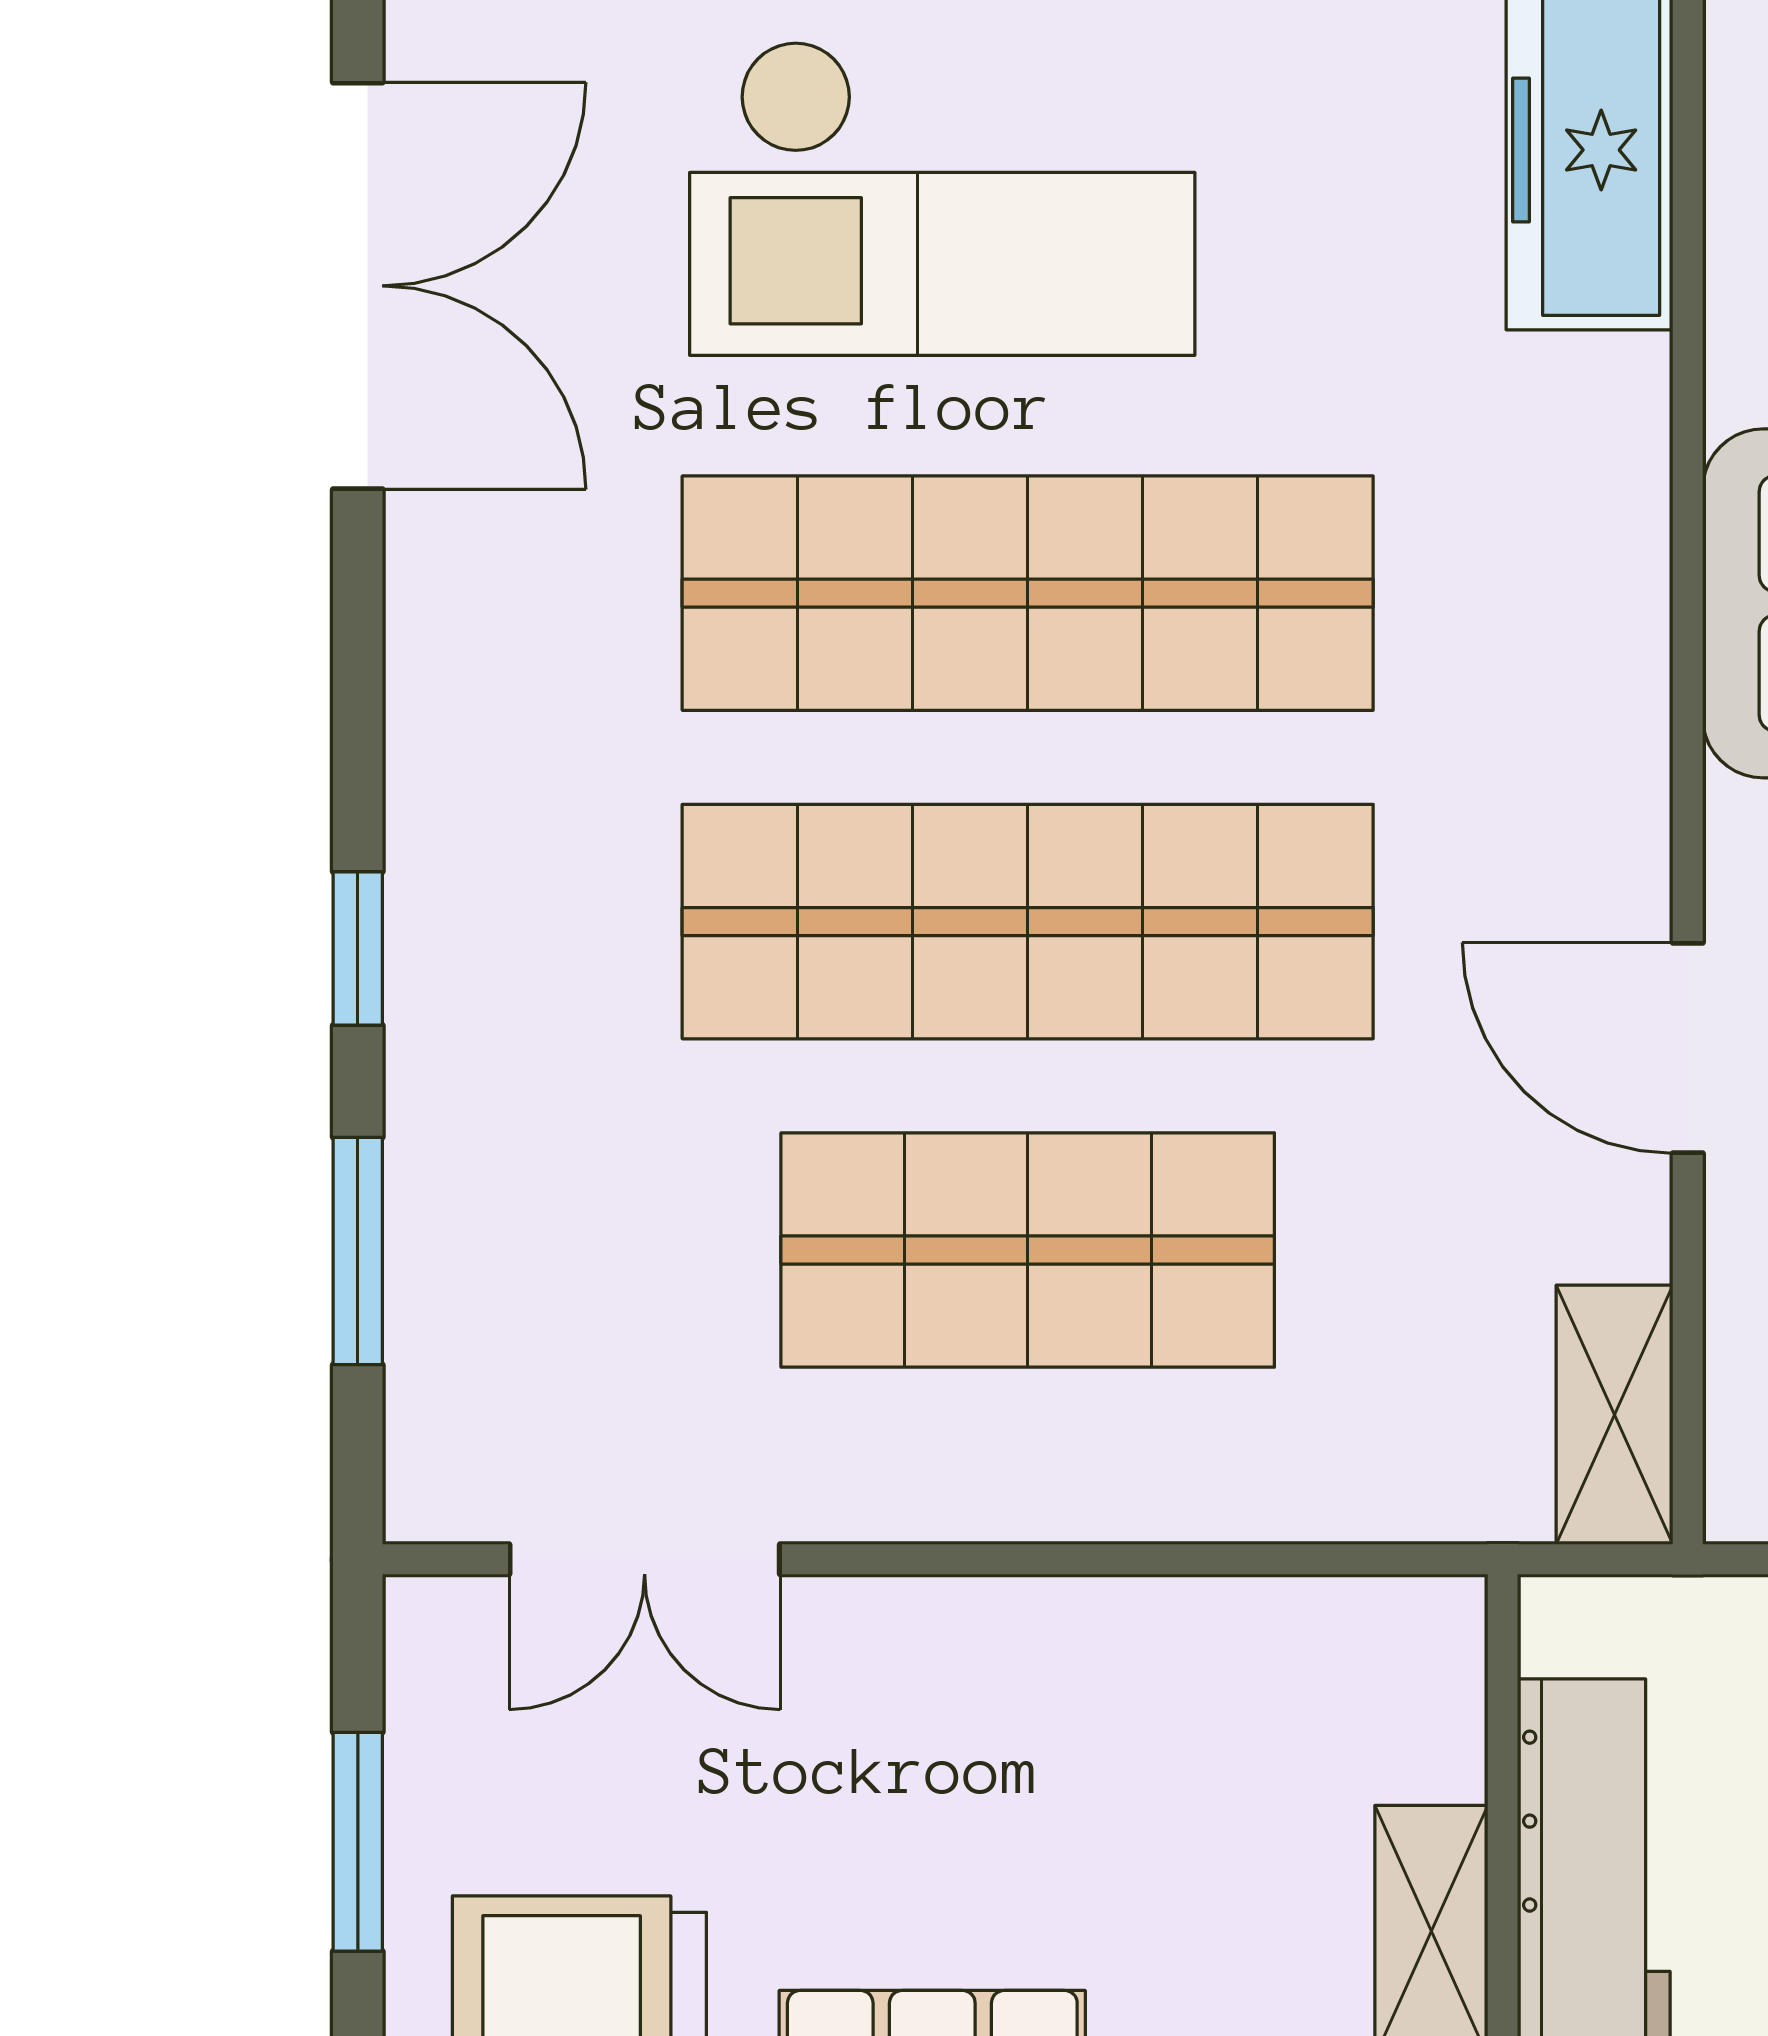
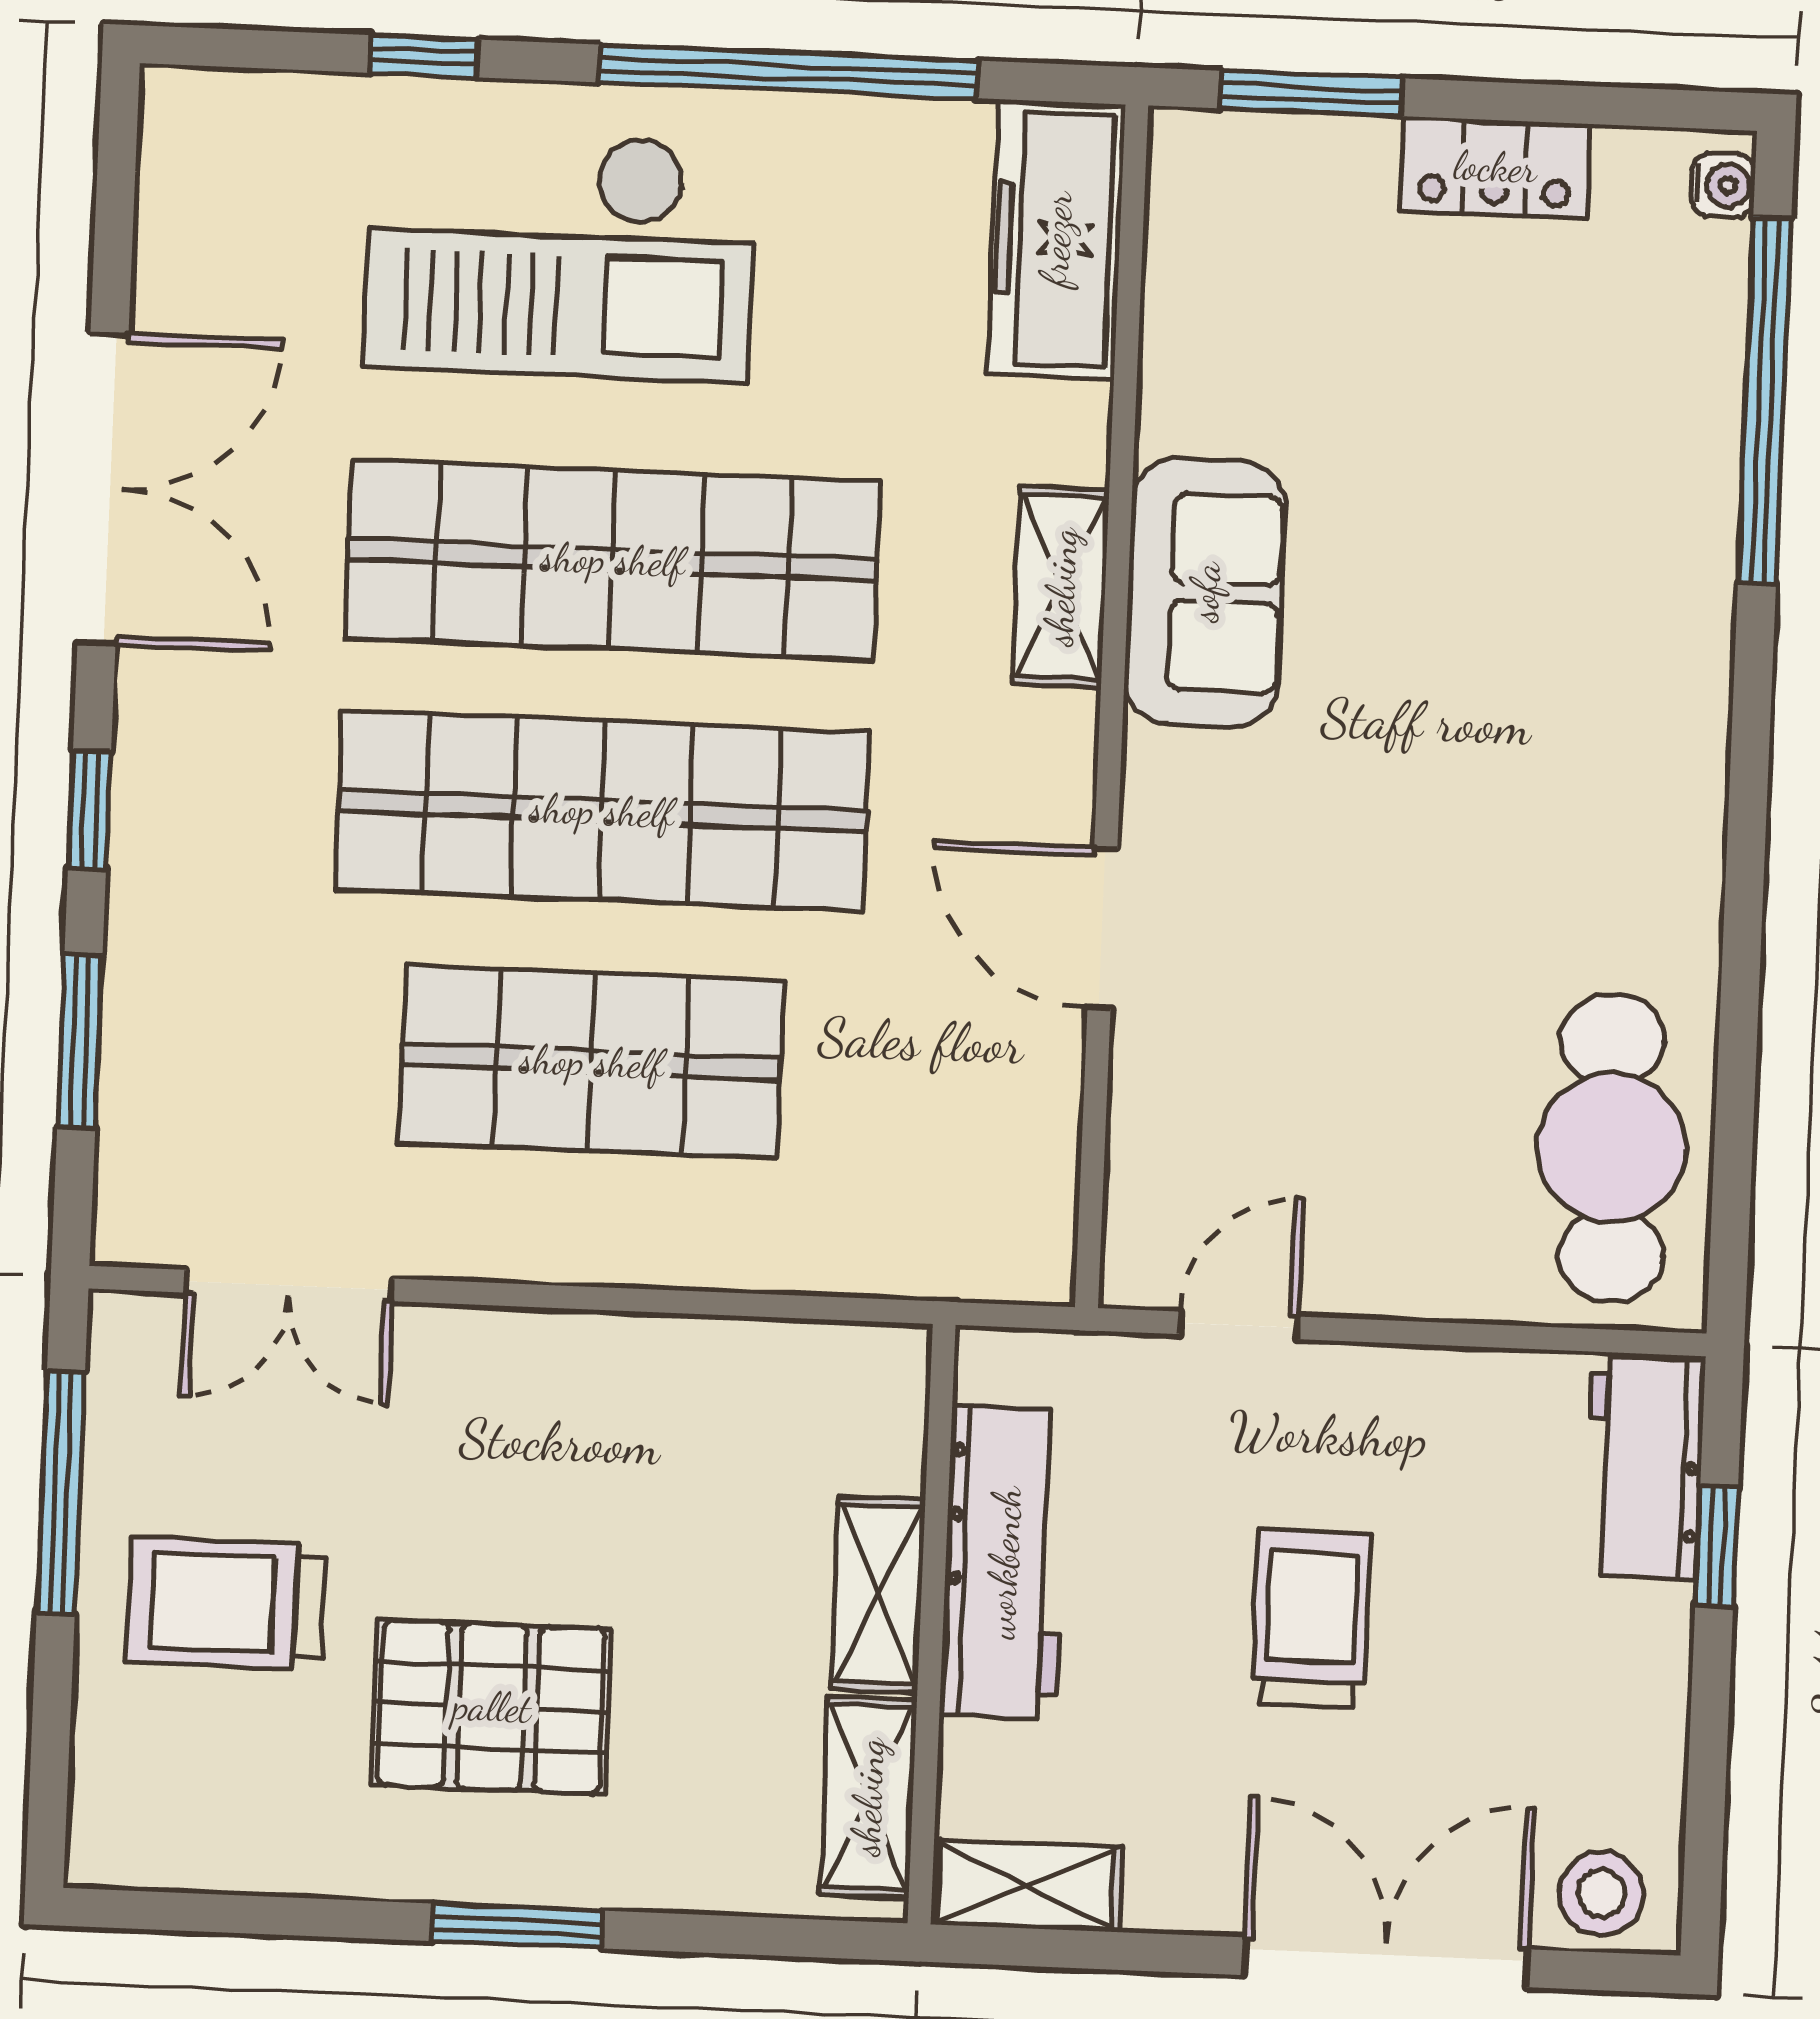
double door: (358, 286) -> (103, 488), moved
shelving: (1615, 1415) -> (1061, 587), moved
window: (358, 1842) -> (61, 1492), width x1.44

